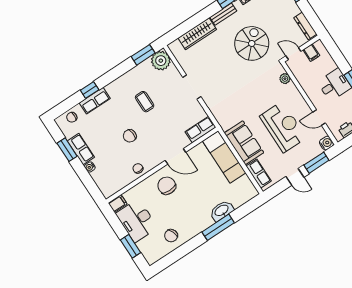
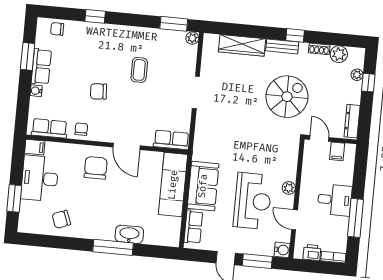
plant: (161, 61) -> (192, 38), width x0.53, depth x0.53
plant: (285, 79) -> (289, 188), moved
row of seats: (95, 101) -> (49, 128), moved, turned 180

